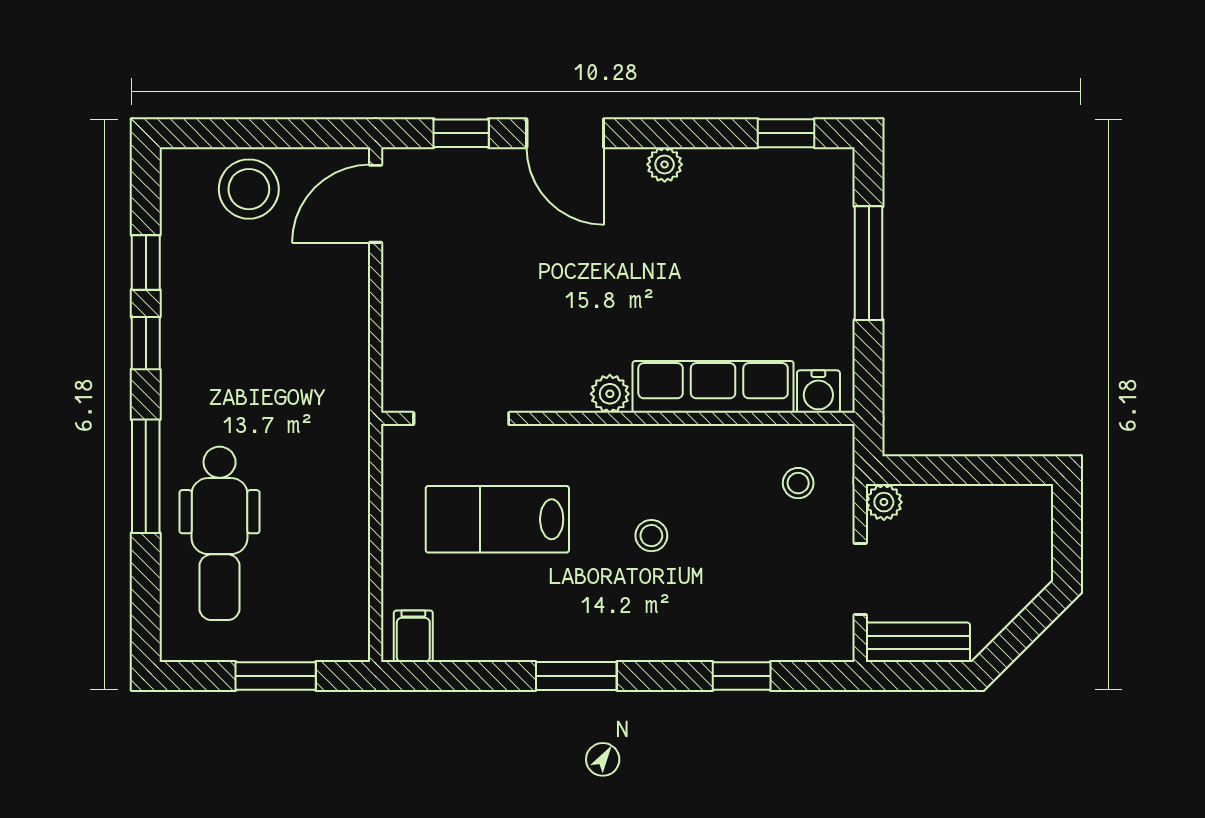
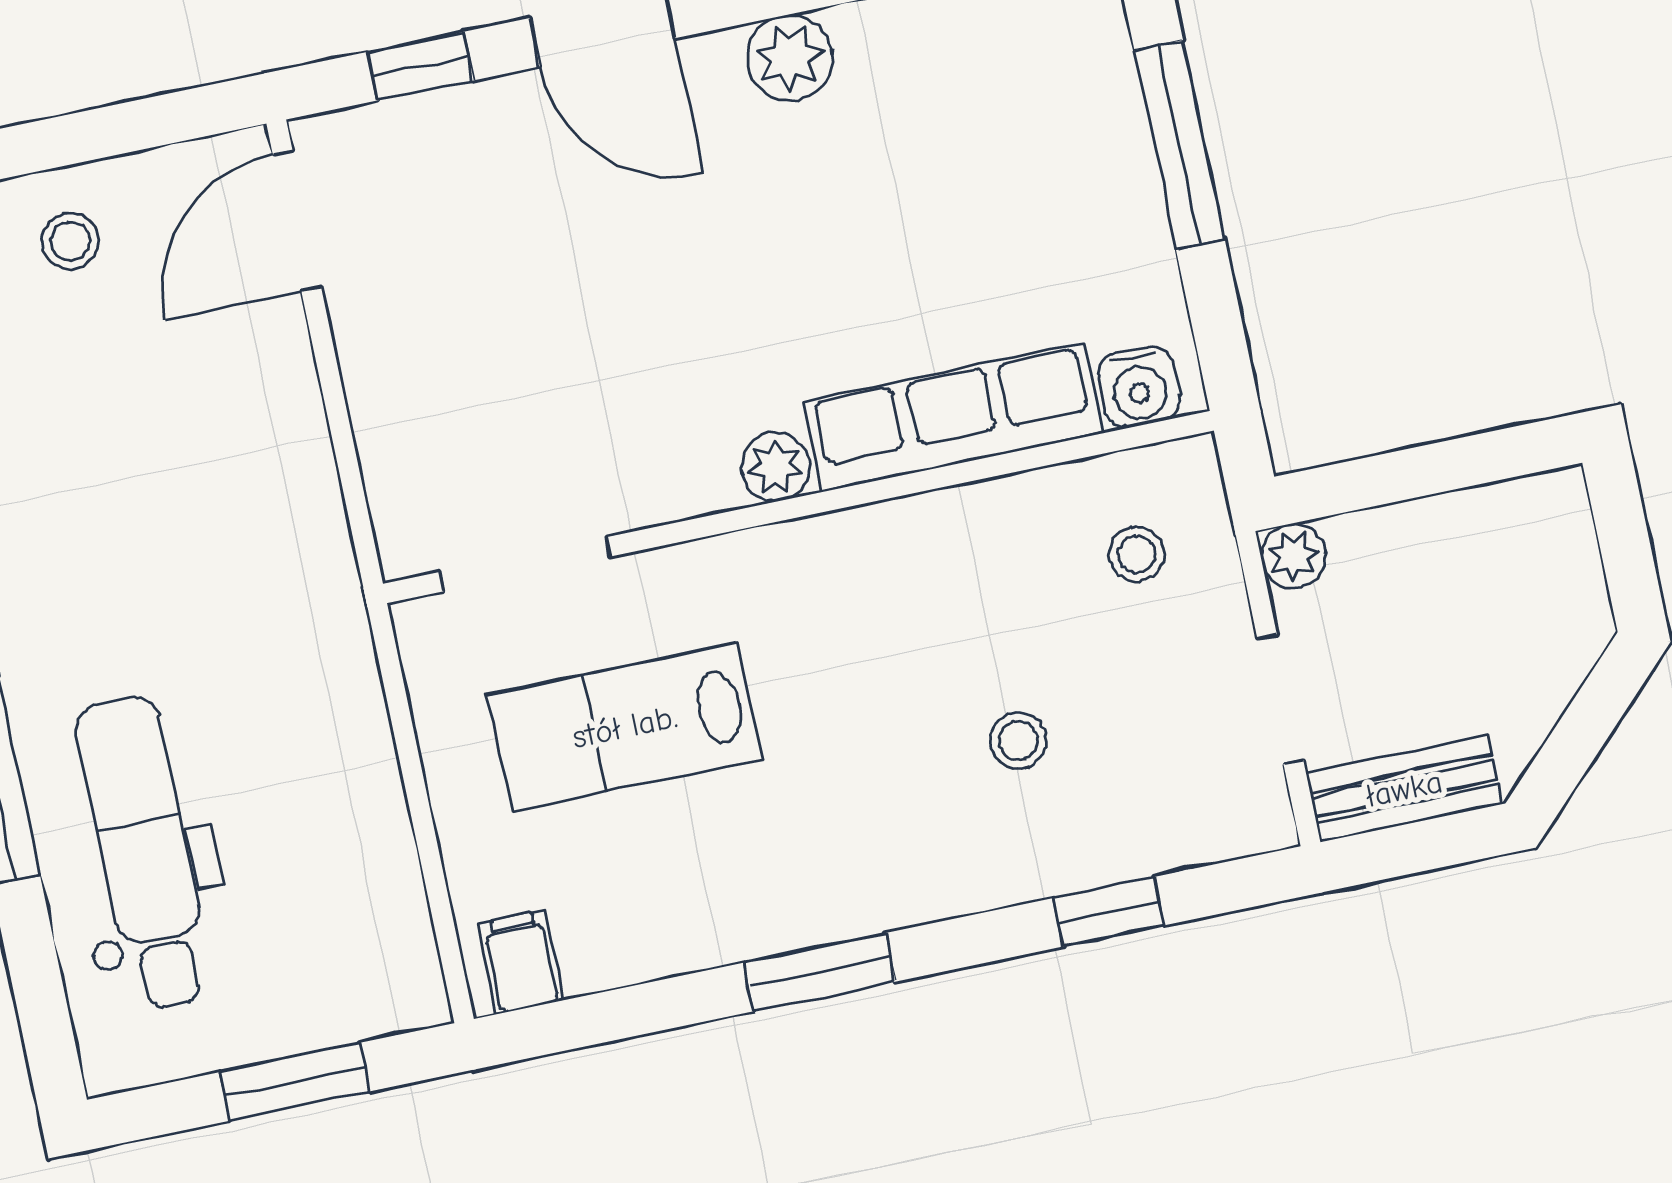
plant: (665, 164) -> (790, 58), width x1.38, depth x1.38
stool: (249, 189) -> (70, 241), width x0.53, depth x0.53
dental chair: (220, 533) -> (145, 853), turned 180
stool: (651, 536) -> (1018, 740), moved

